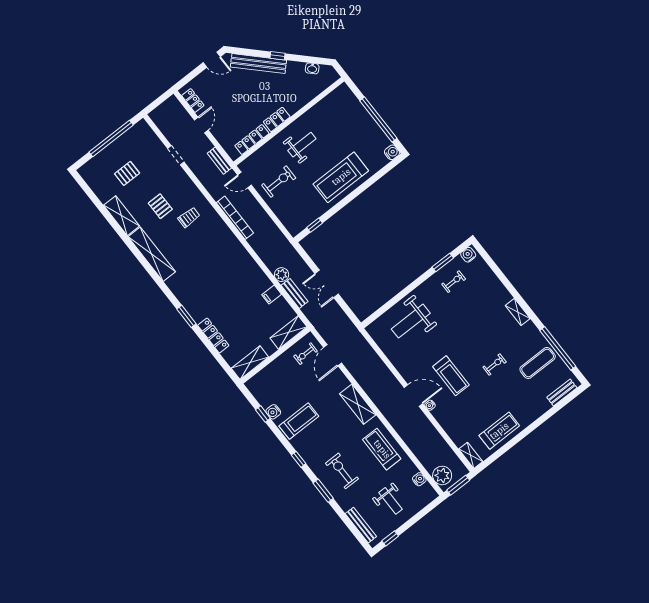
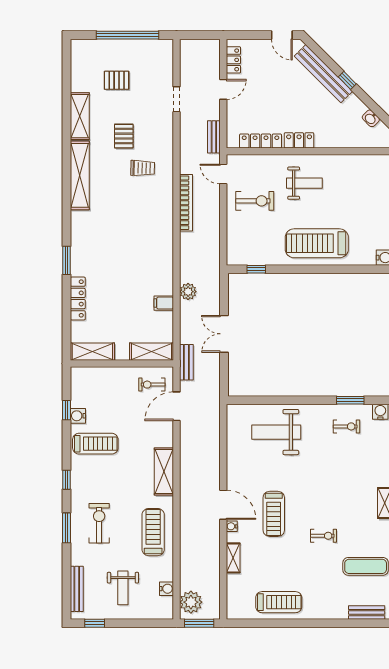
bench: (295, 293) -> (186, 362), moved
shelving: (471, 455) -> (233, 558), moved

